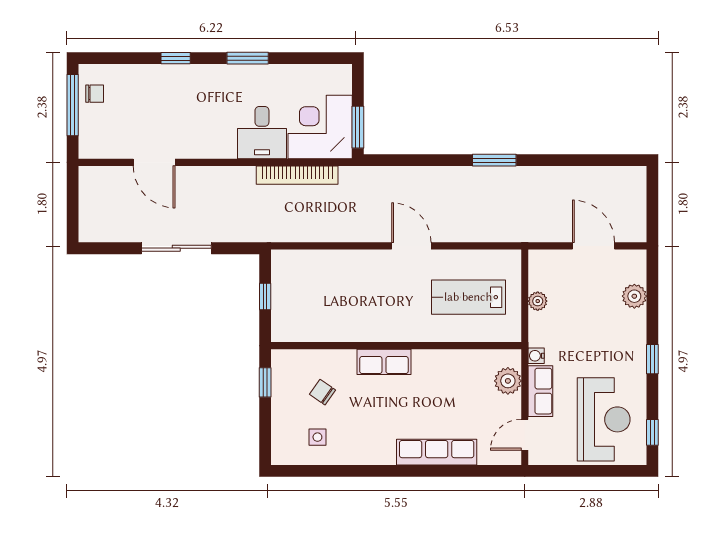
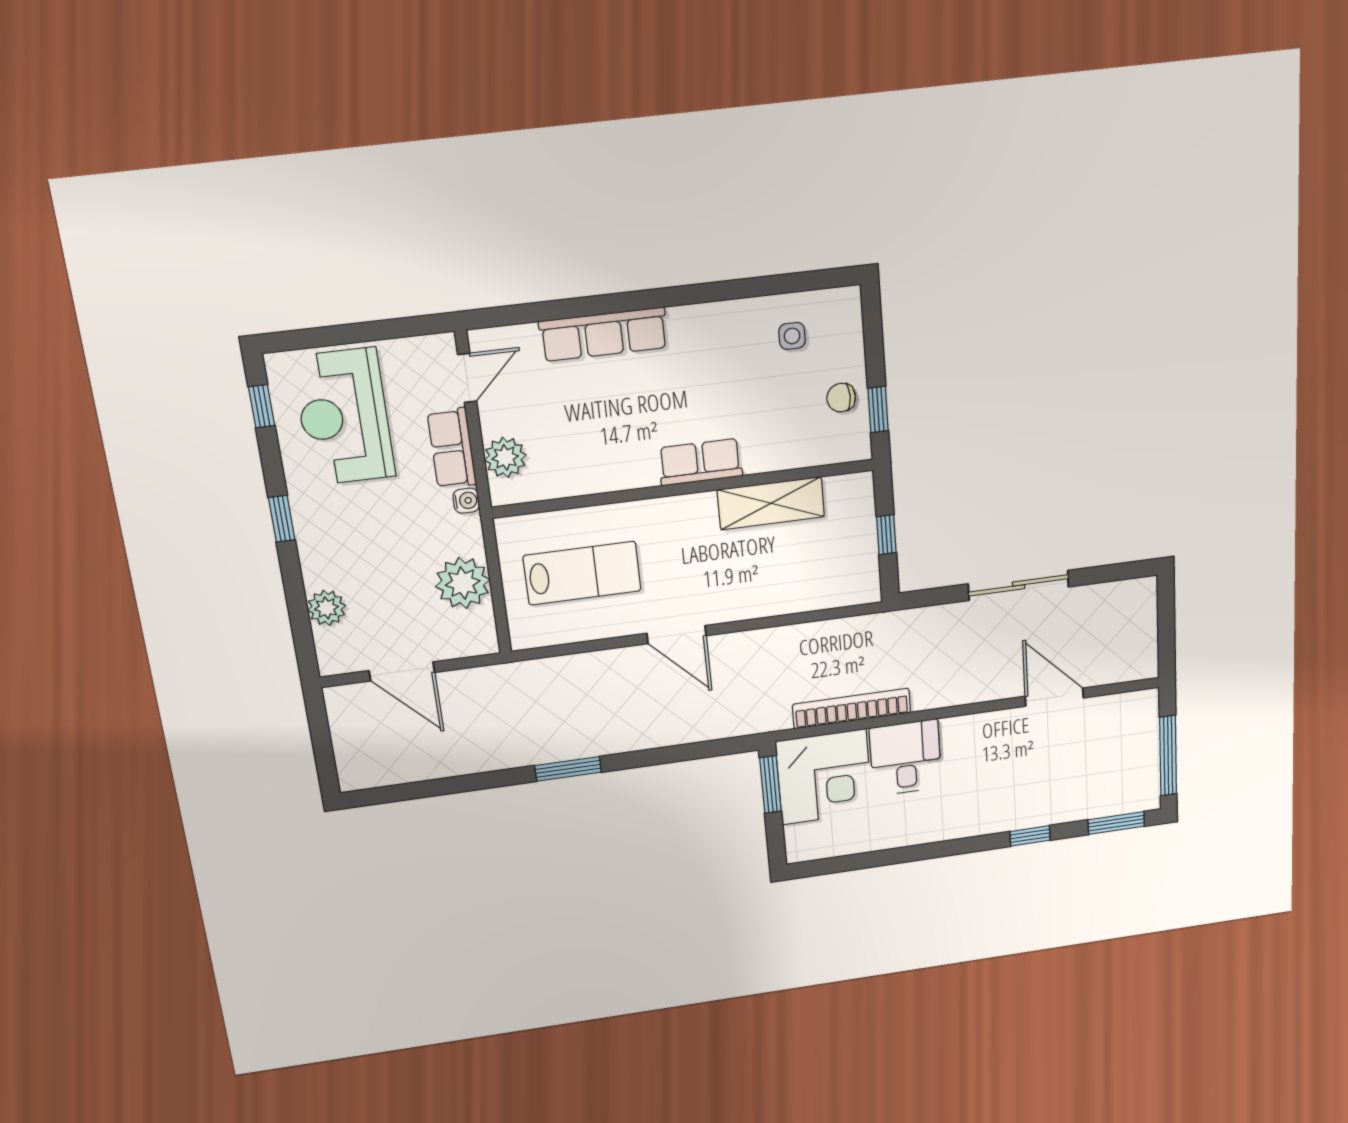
window: (248, 58) -> (1116, 823), moved
chair: (95, 94) -> (1138, 775), removed
plant: (538, 301) -> (463, 583), width x1.87, depth x1.87
shelving: (340, 328) -> (771, 503), added
chair: (322, 392) -> (841, 398), moved, turned 145

